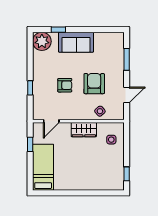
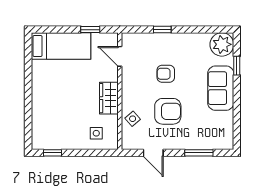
armchair: (65, 85) -> (166, 74), turned 90

